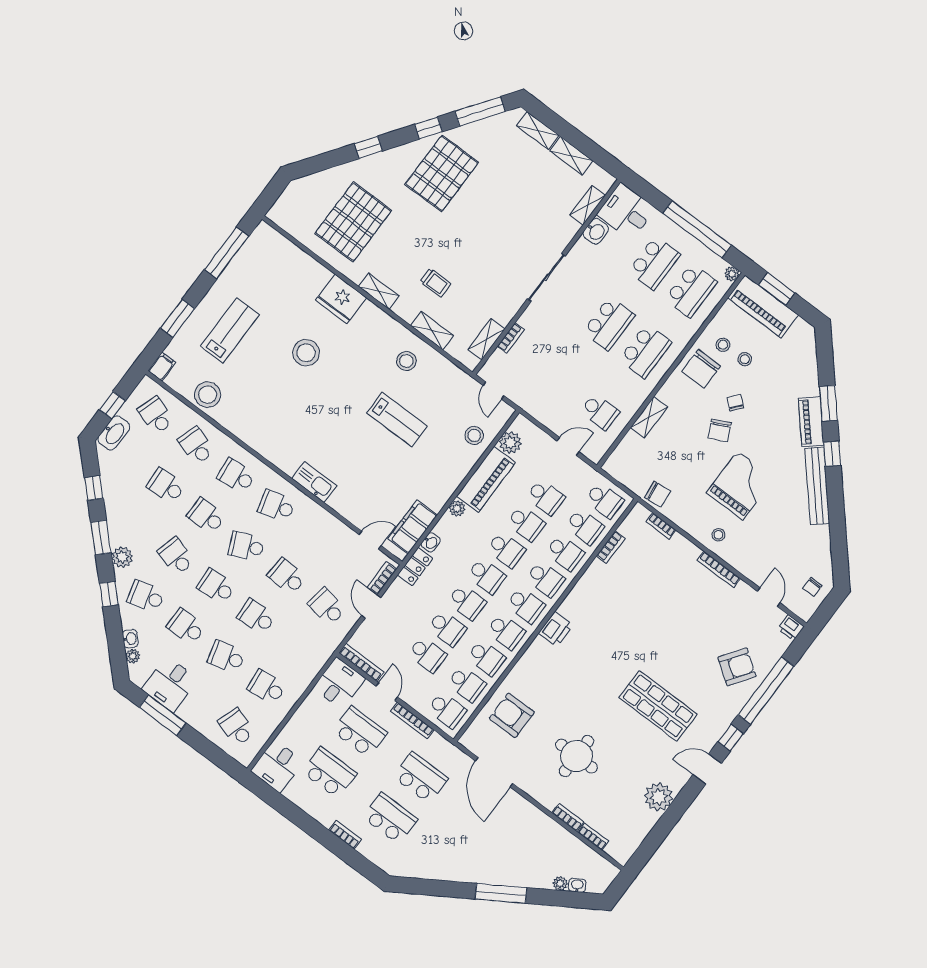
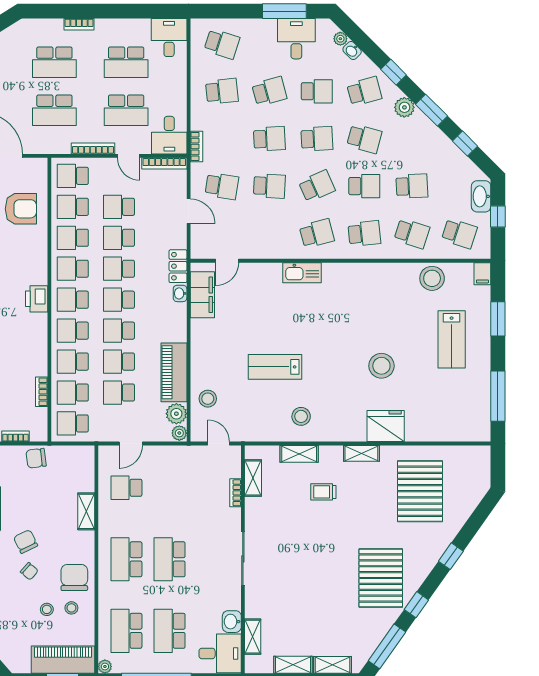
plant: (457, 508) -> (179, 433), moved
bookcase: (382, 578) -> (197, 146), moved

